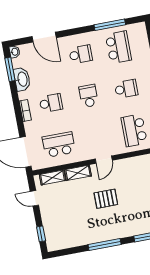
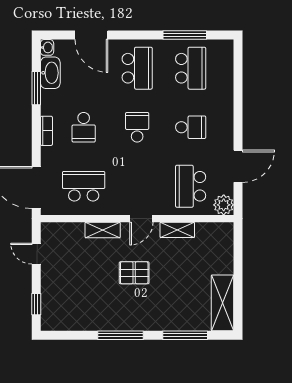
school desk: (81, 54) -> (137, 68), width x1.85
window: (10, 69) -> (36, 88), moved
washbasin: (22, 79) -> (50, 73), moved
school desk: (51, 103) -> (84, 127), turned 90
shelving: (53, 177) -> (177, 230), moved

